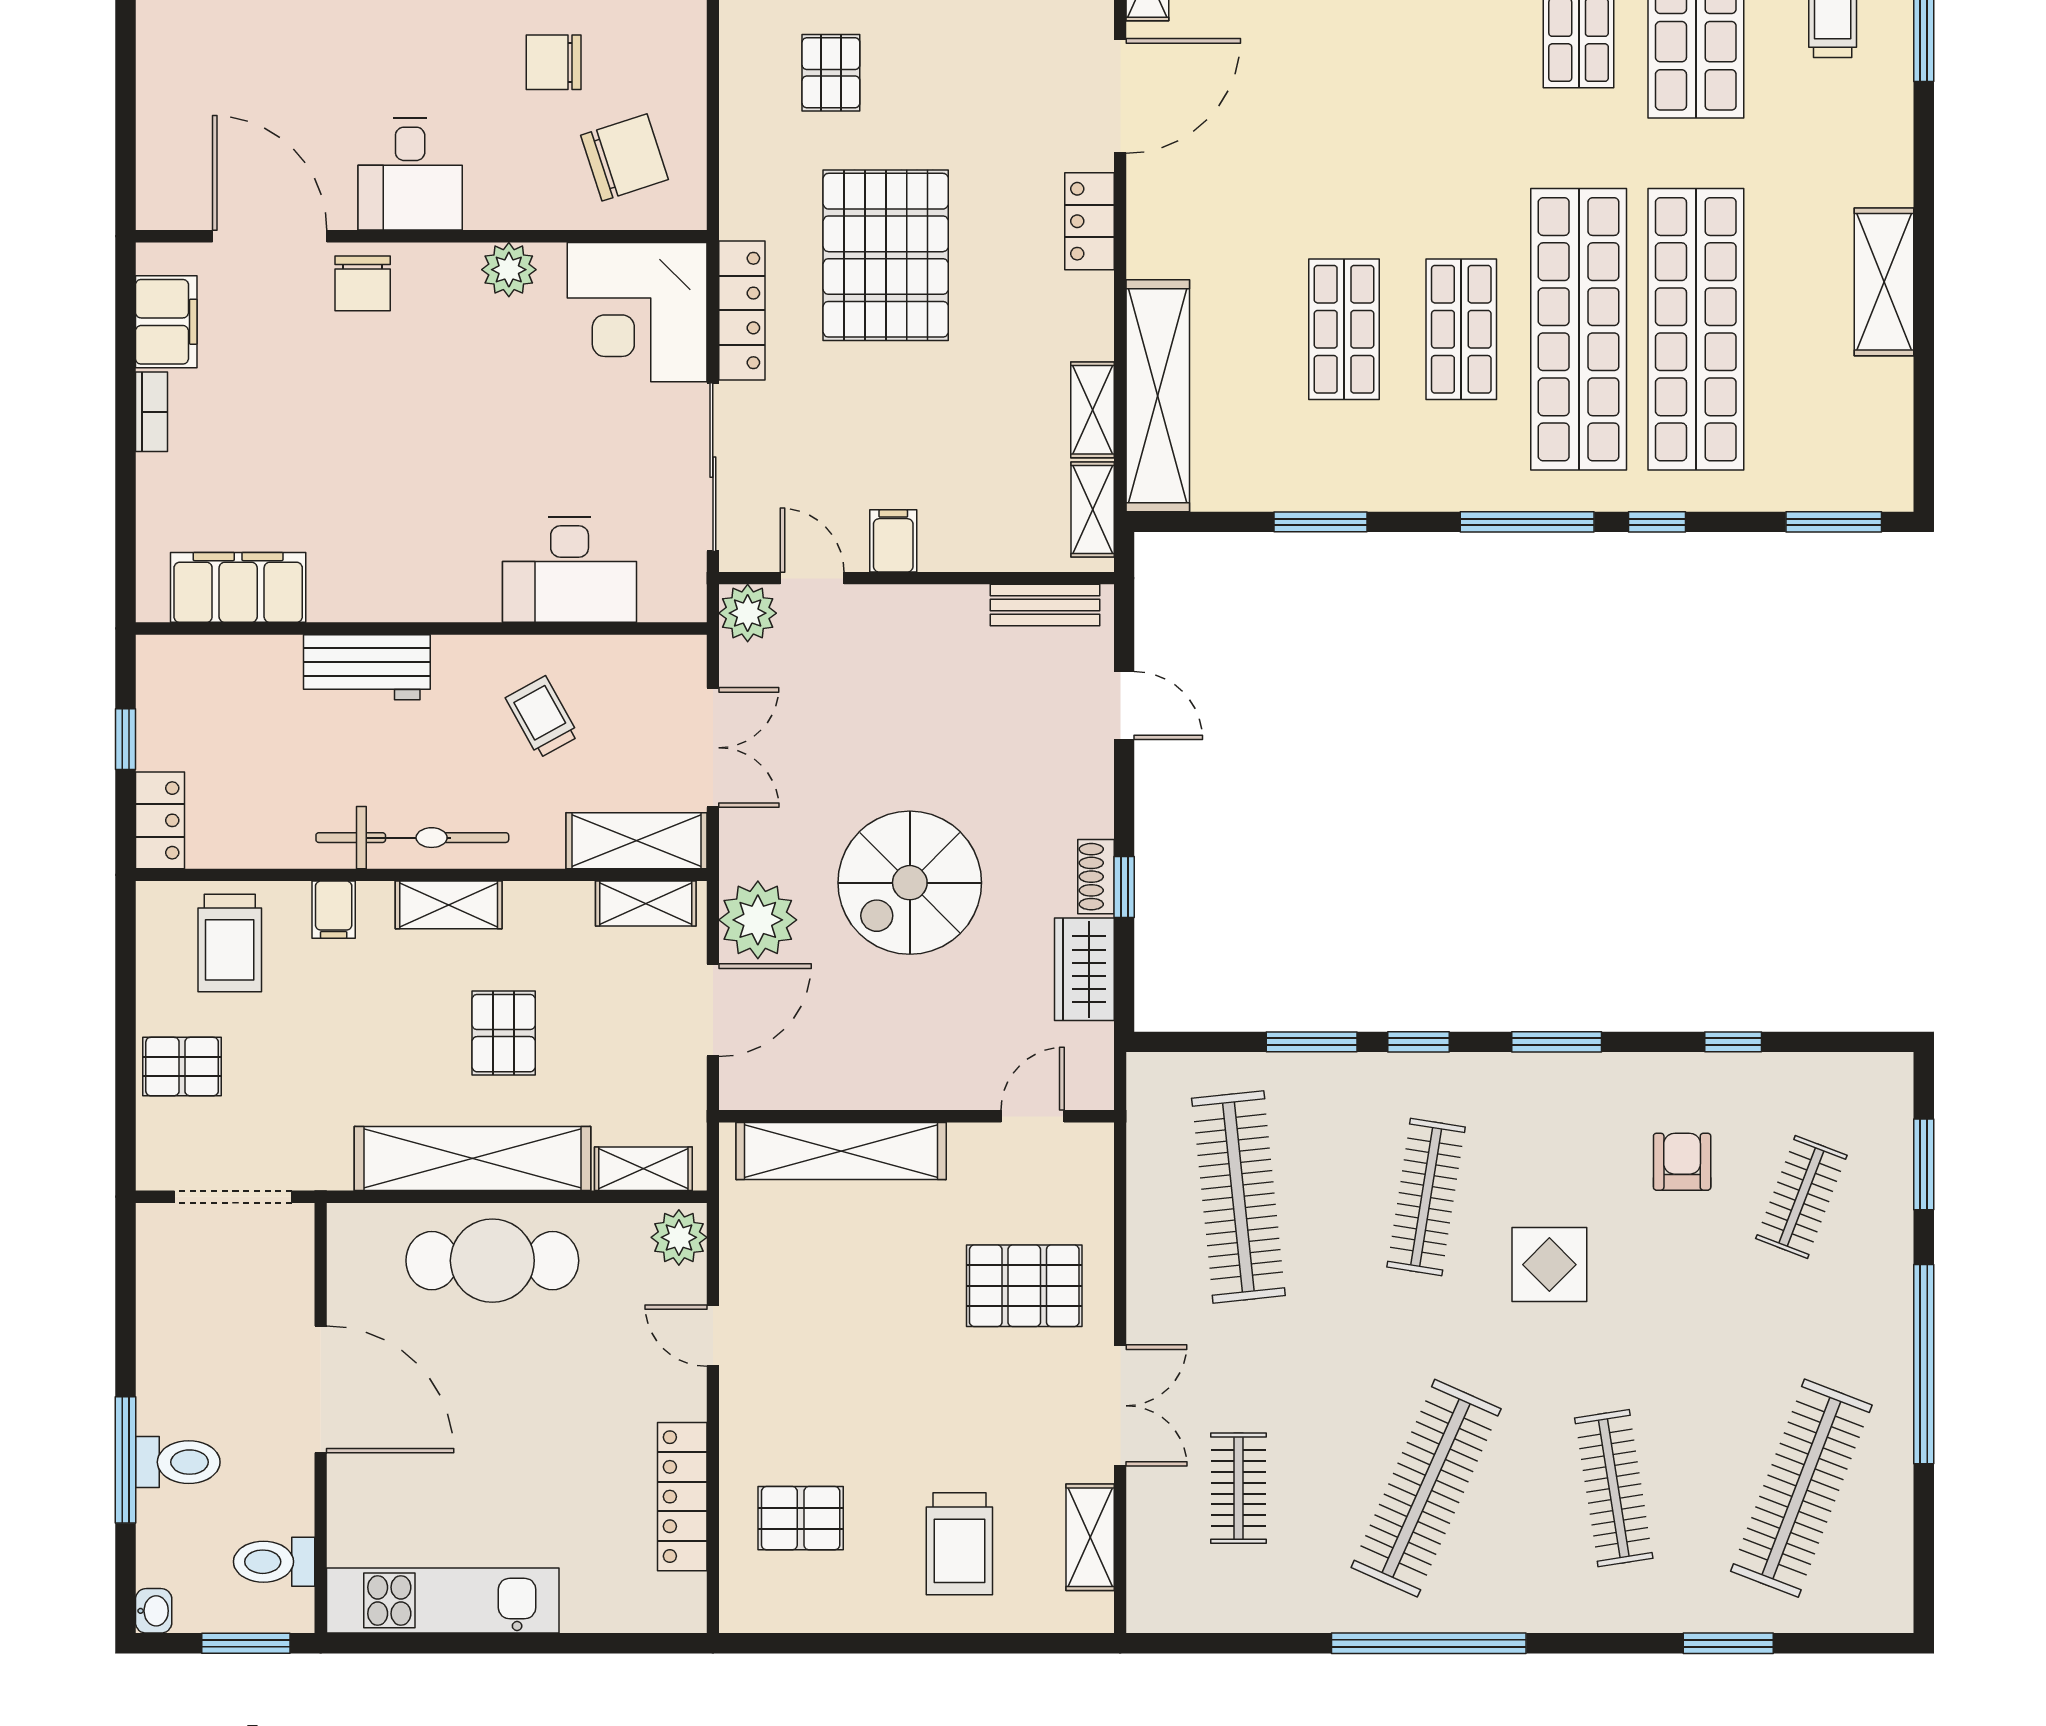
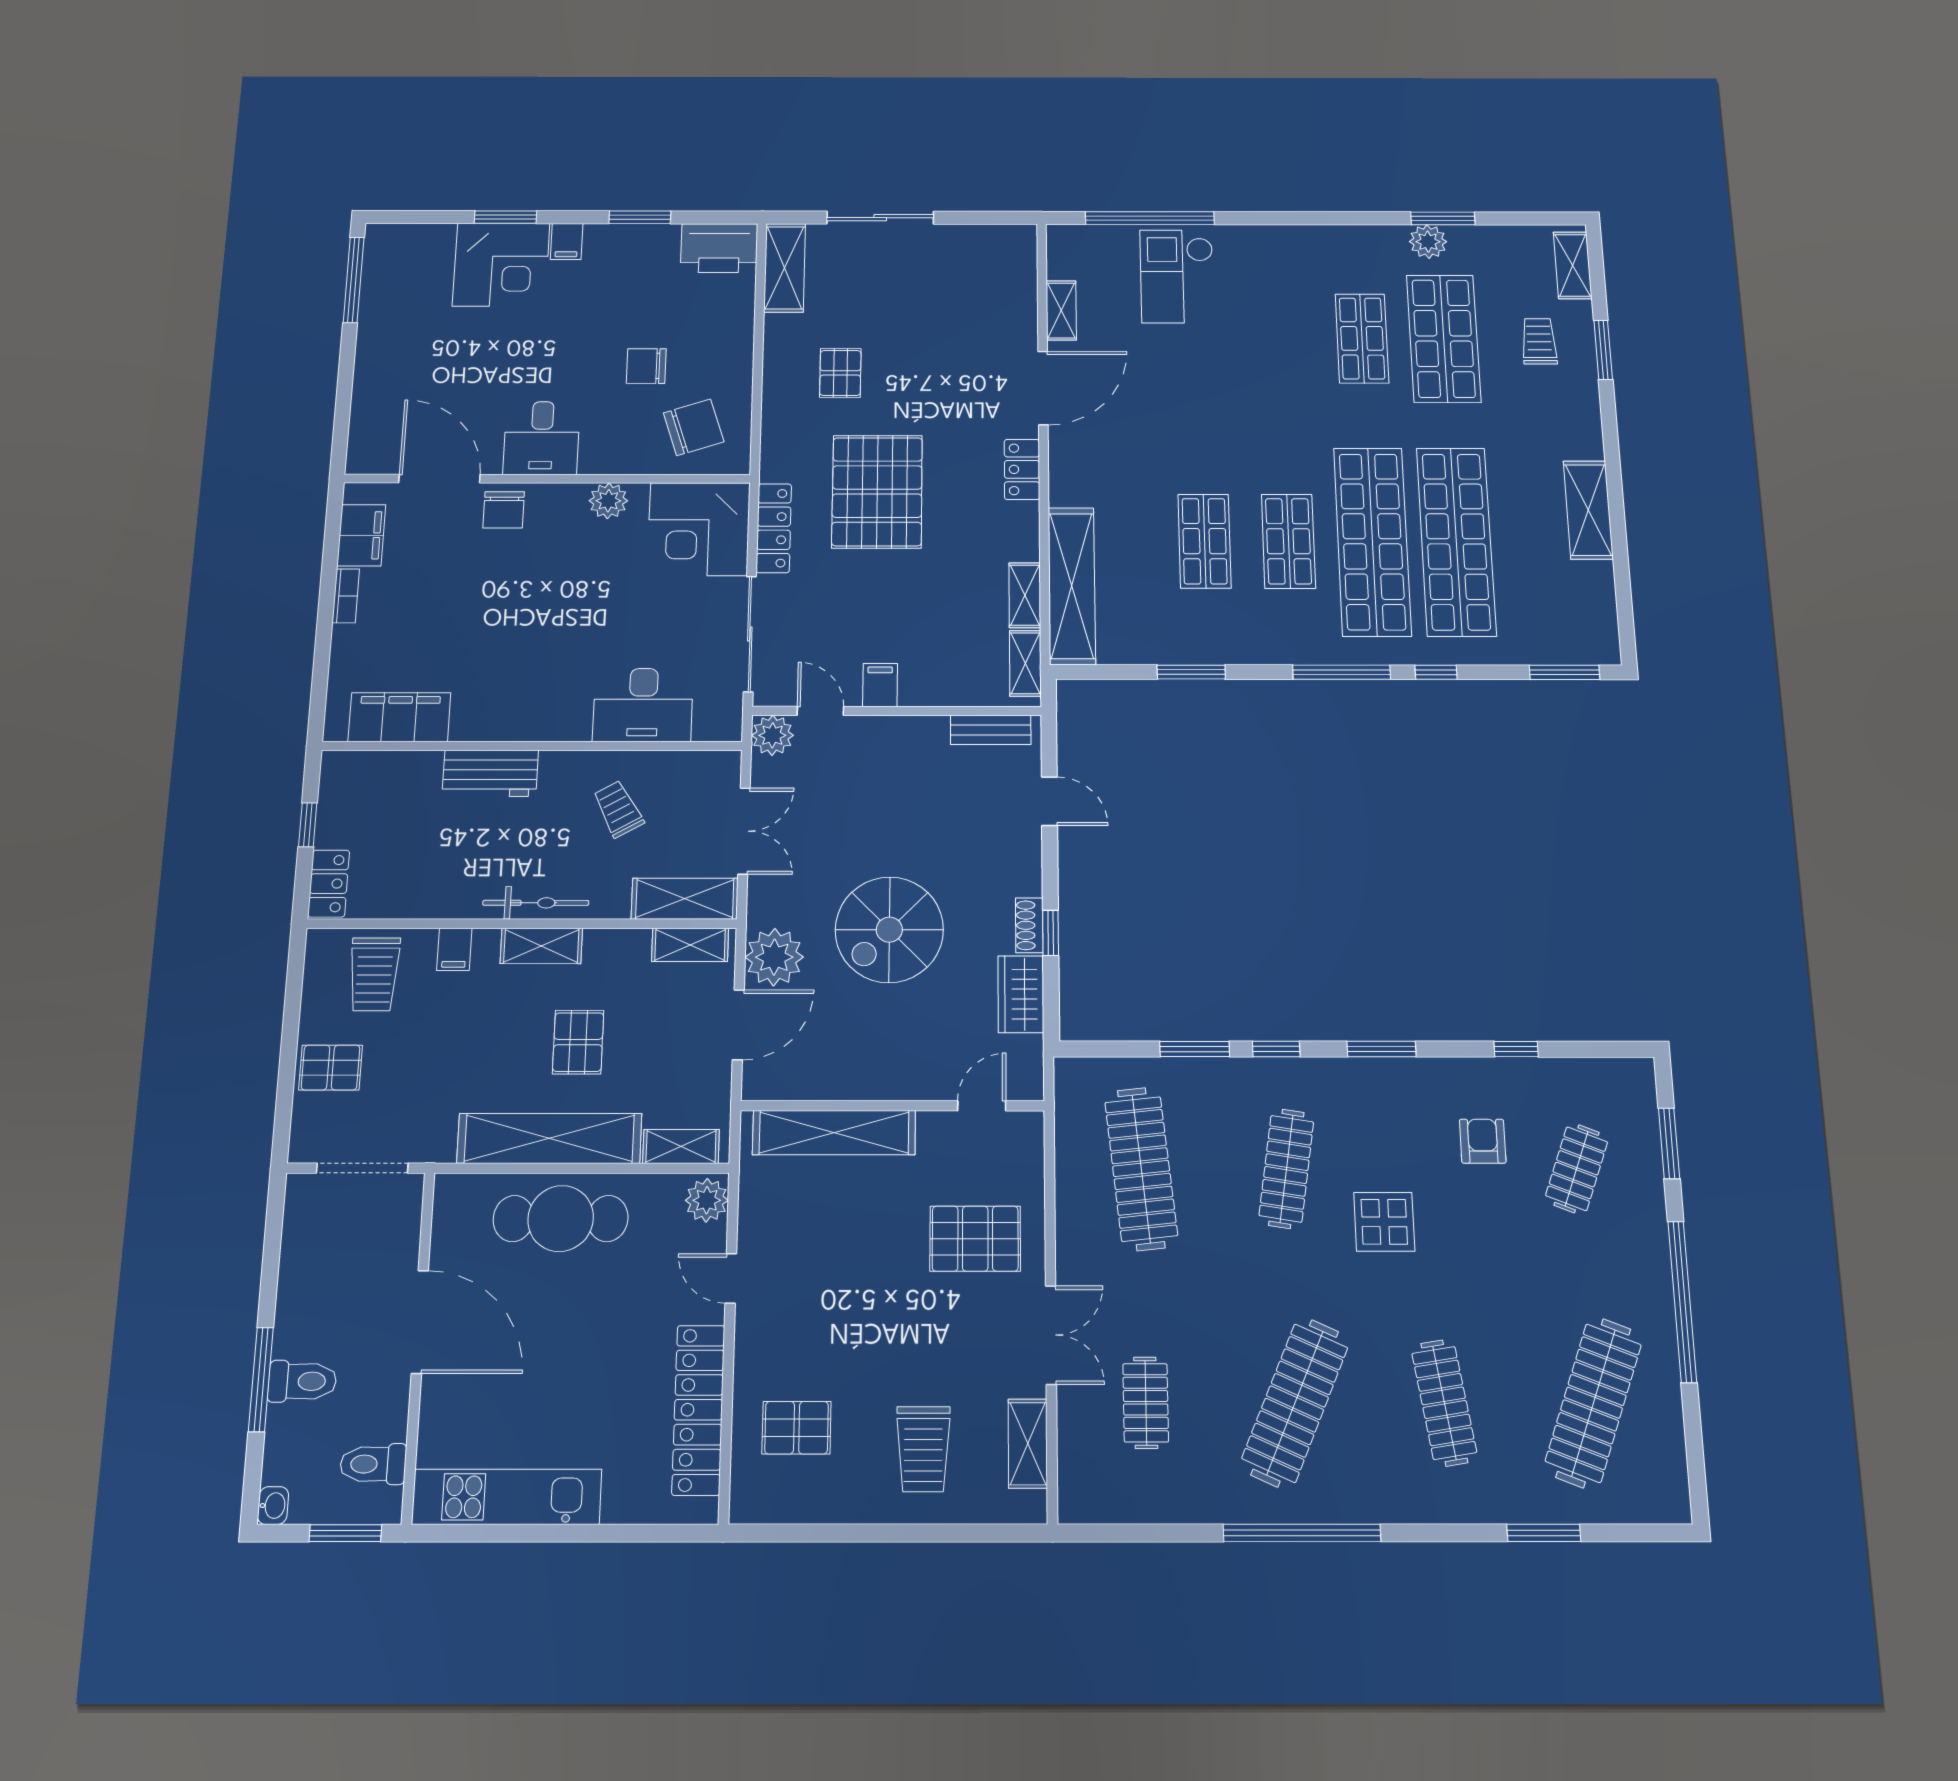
bicycle: (412, 838) -> (536, 903), width x0.73, depth x0.71
locker: (682, 1497) -> (698, 1410), width x1.41, depth x1.21

